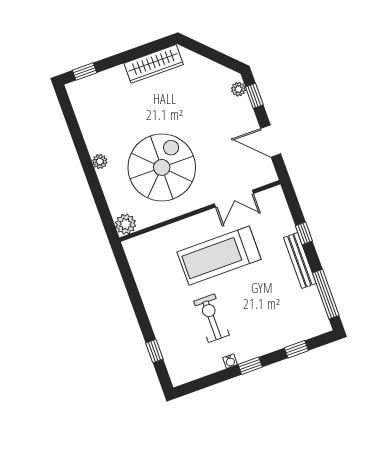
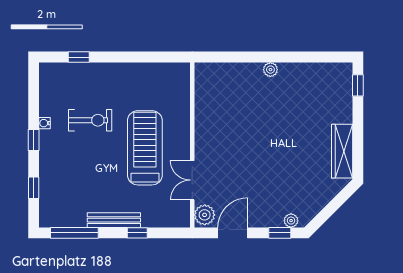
spiral stairs: (162, 167) -> (245, 124), removed
plant: (126, 224) -> (205, 215), moved

